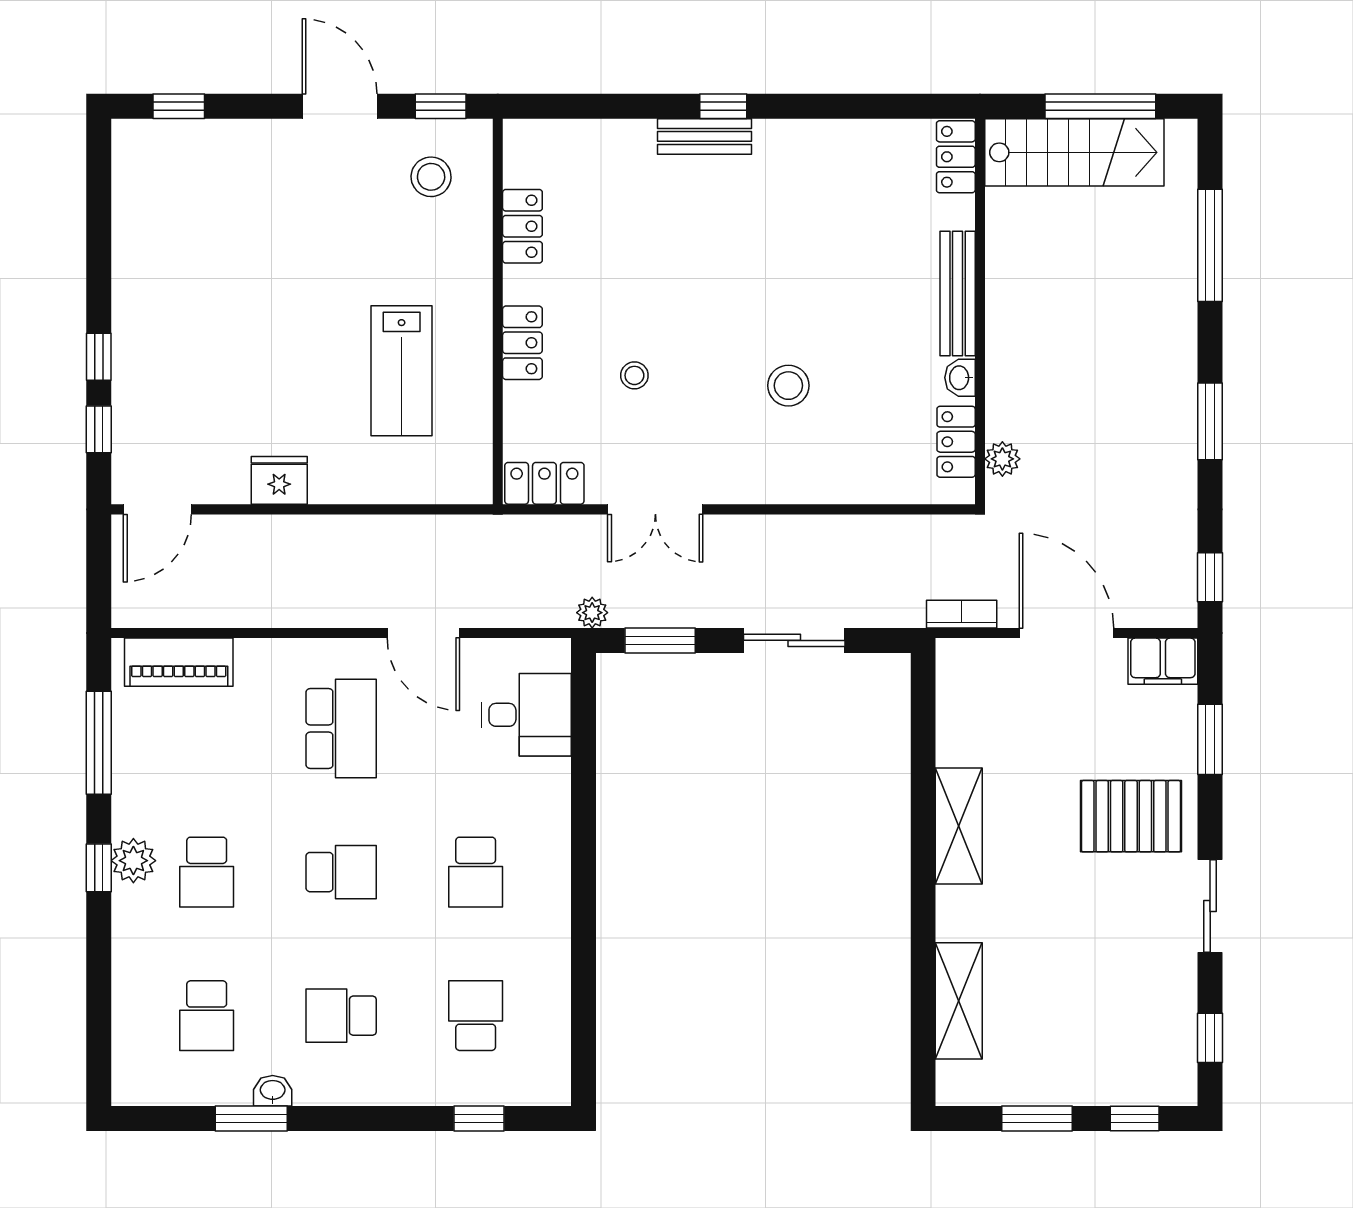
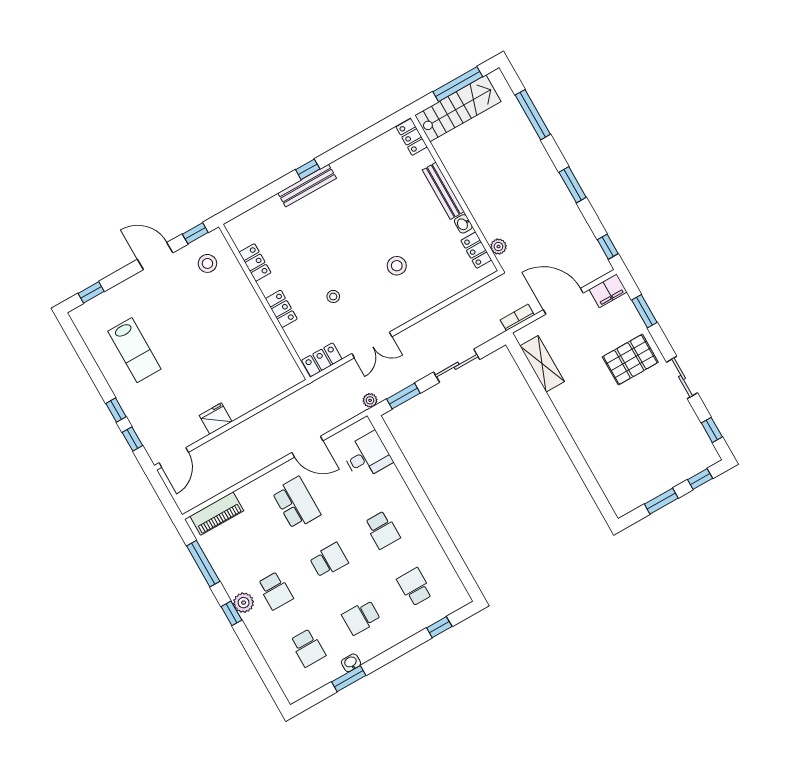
bench: (704, 136) -> (307, 186), width x1.36
lab bench: (402, 371) -> (134, 350), moved
shelving: (959, 826) -> (542, 364), moved
shelving: (959, 1001) -> (604, 472), removed

